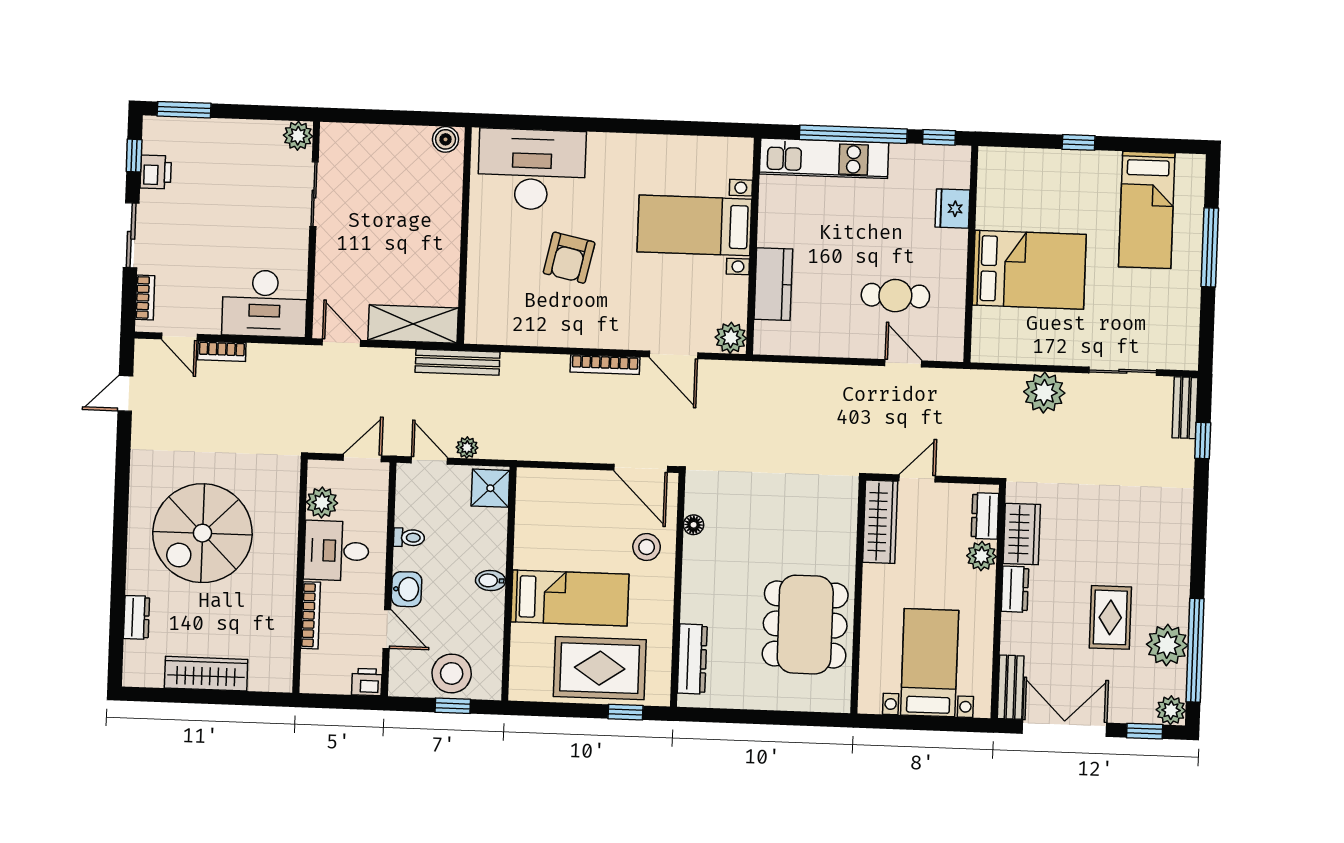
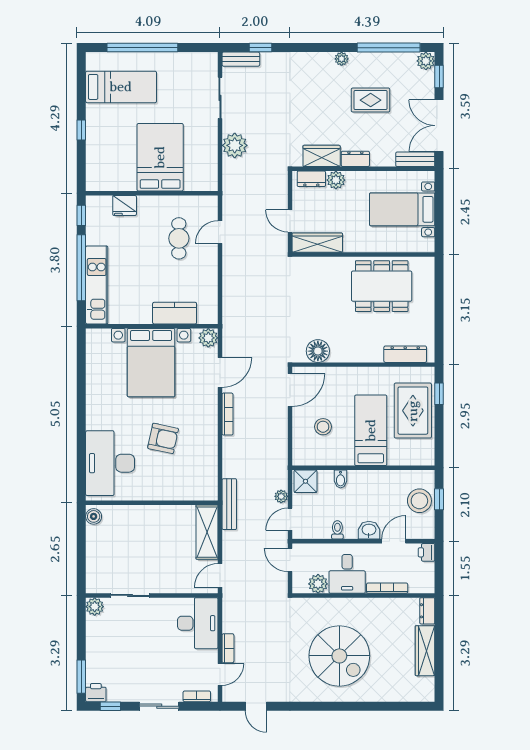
printer: (156, 172) -> (96, 693), moved
bed with nightstands: (694, 225) -> (151, 363), width x1.36
window: (1210, 247) -> (142, 48), width x1.46
floor lamp: (694, 525) -> (318, 351), width x1.89, depth x1.89
stool: (647, 547) -> (323, 427), moved
bidet: (491, 580) -> (341, 479), moved
dresser: (137, 617) -> (427, 611), moved, turned -90
plant: (1167, 645) -> (342, 59), moved, width x0.53, depth x0.53

